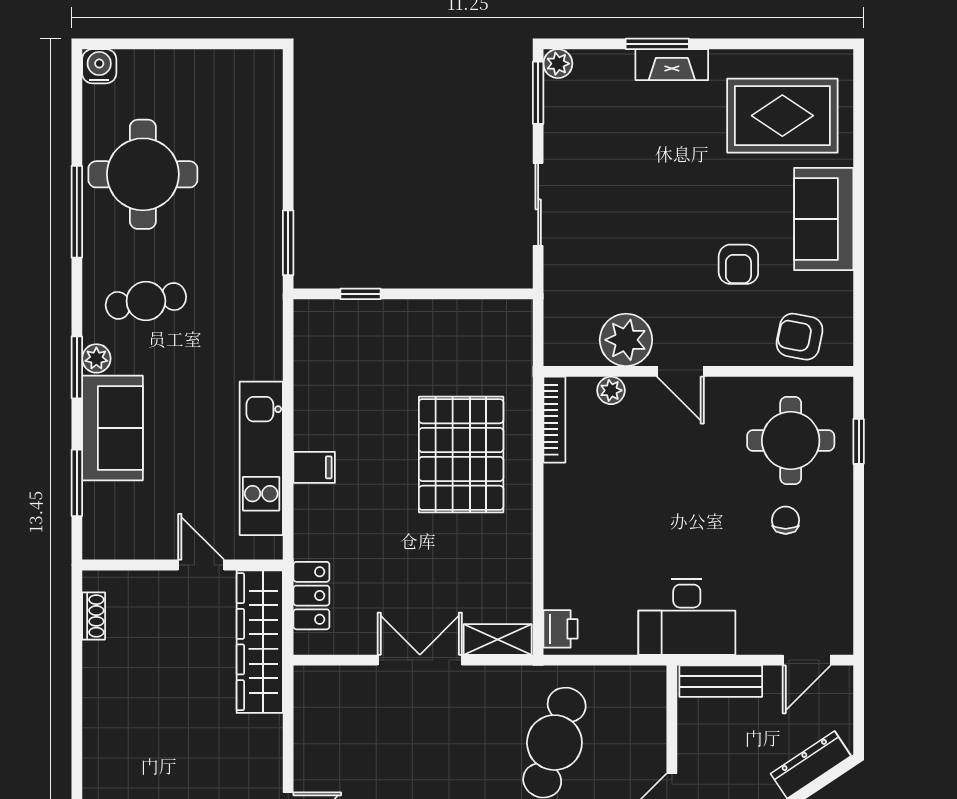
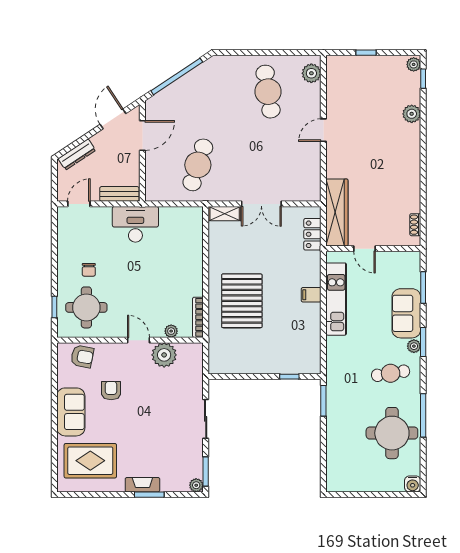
printer: (560, 629) -> (195, 219), removed

